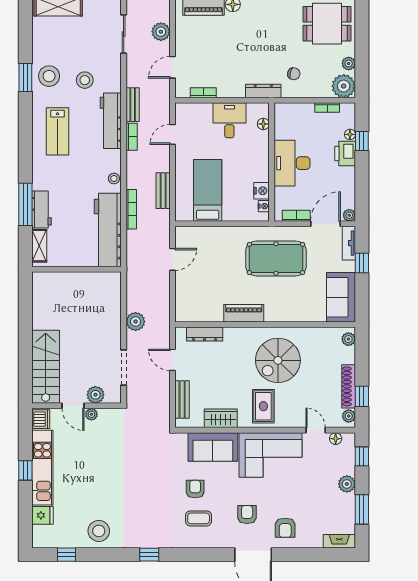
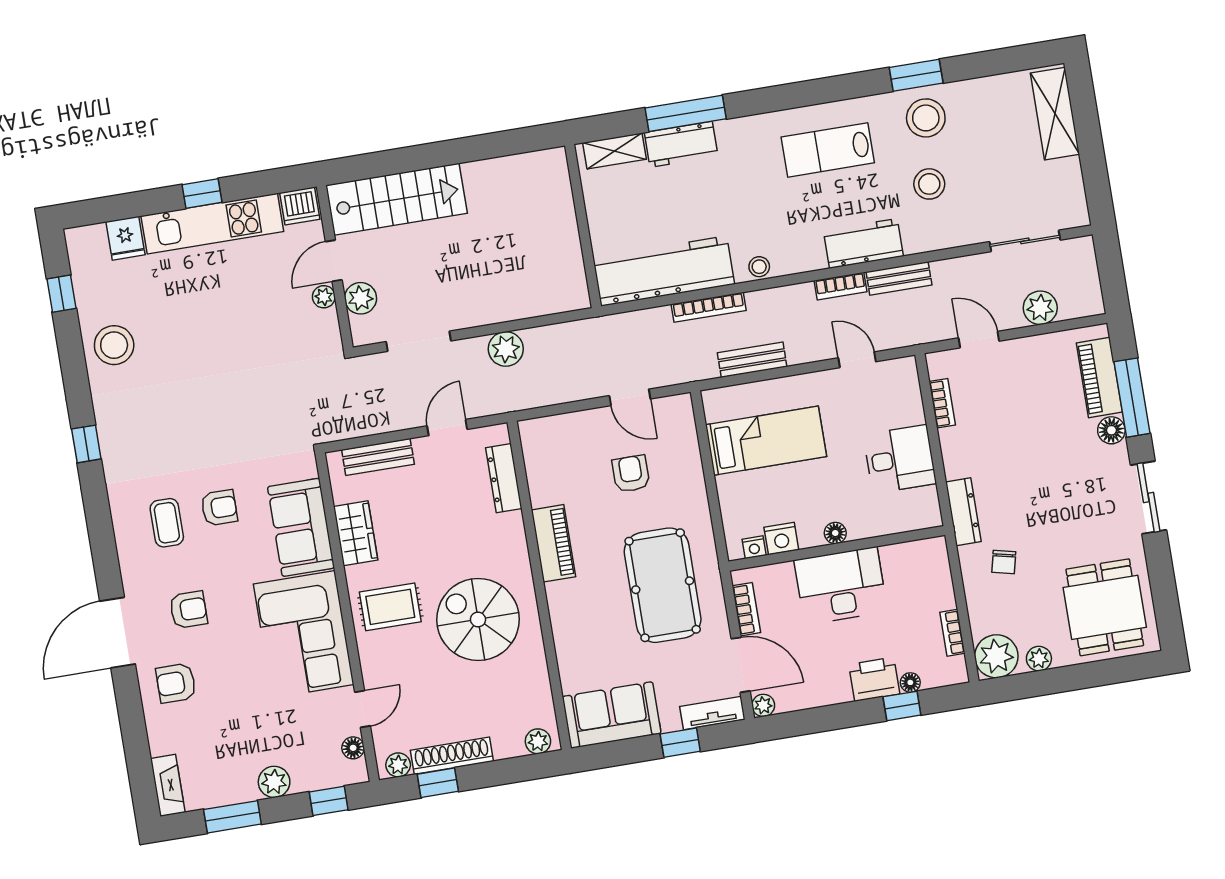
workbench: (111, 121) -> (863, 243), width x0.73
floor lamp: (263, 124) -> (835, 533), moved
armchair: (213, 266) -> (631, 474), added

